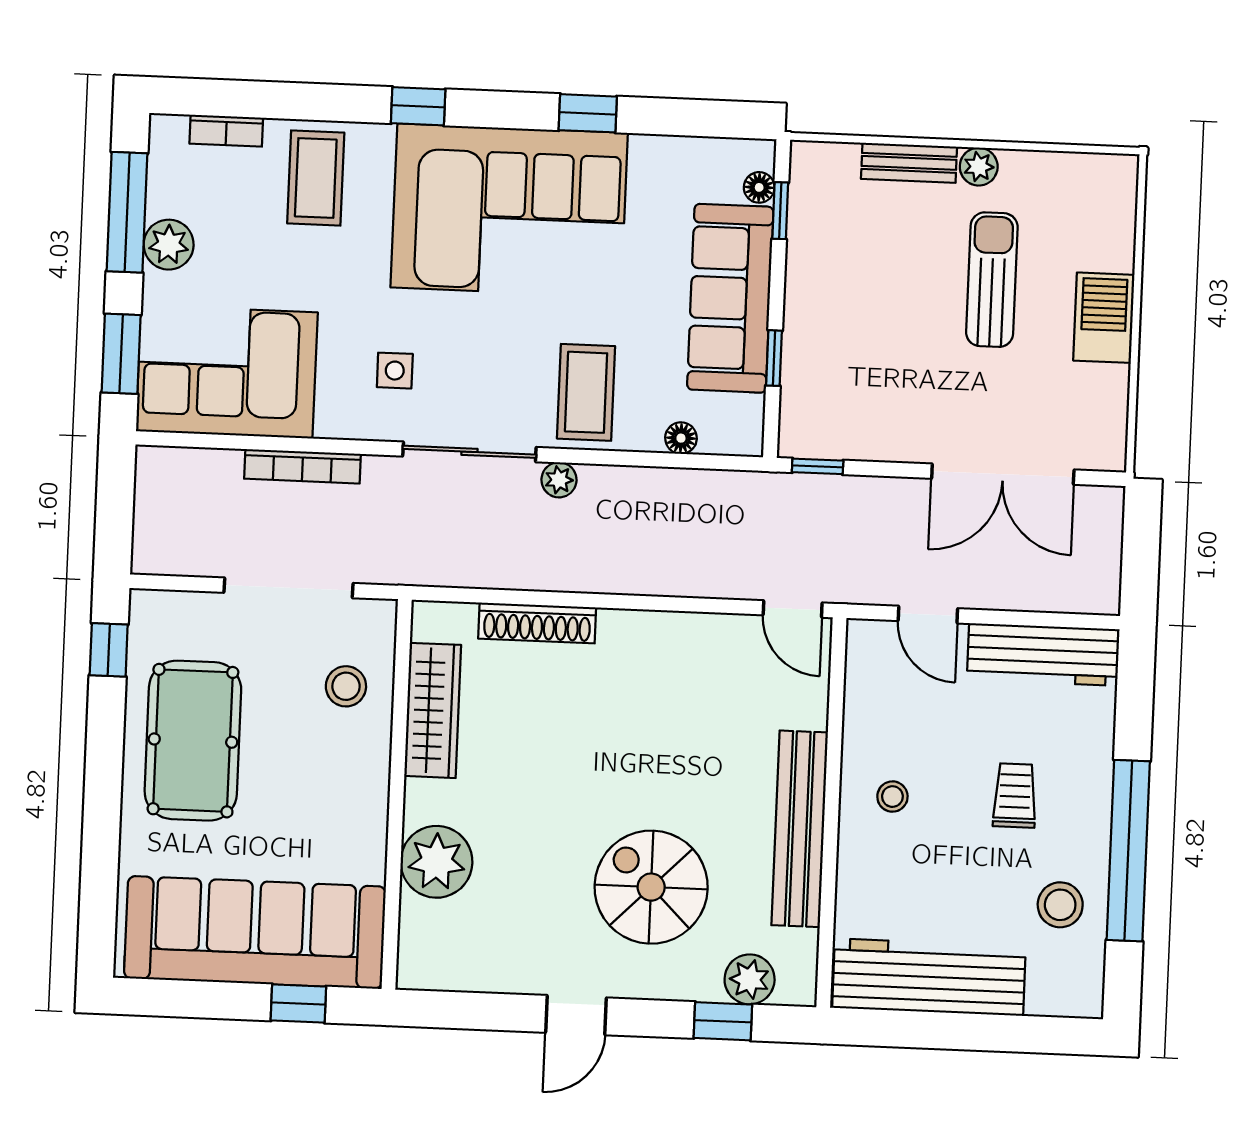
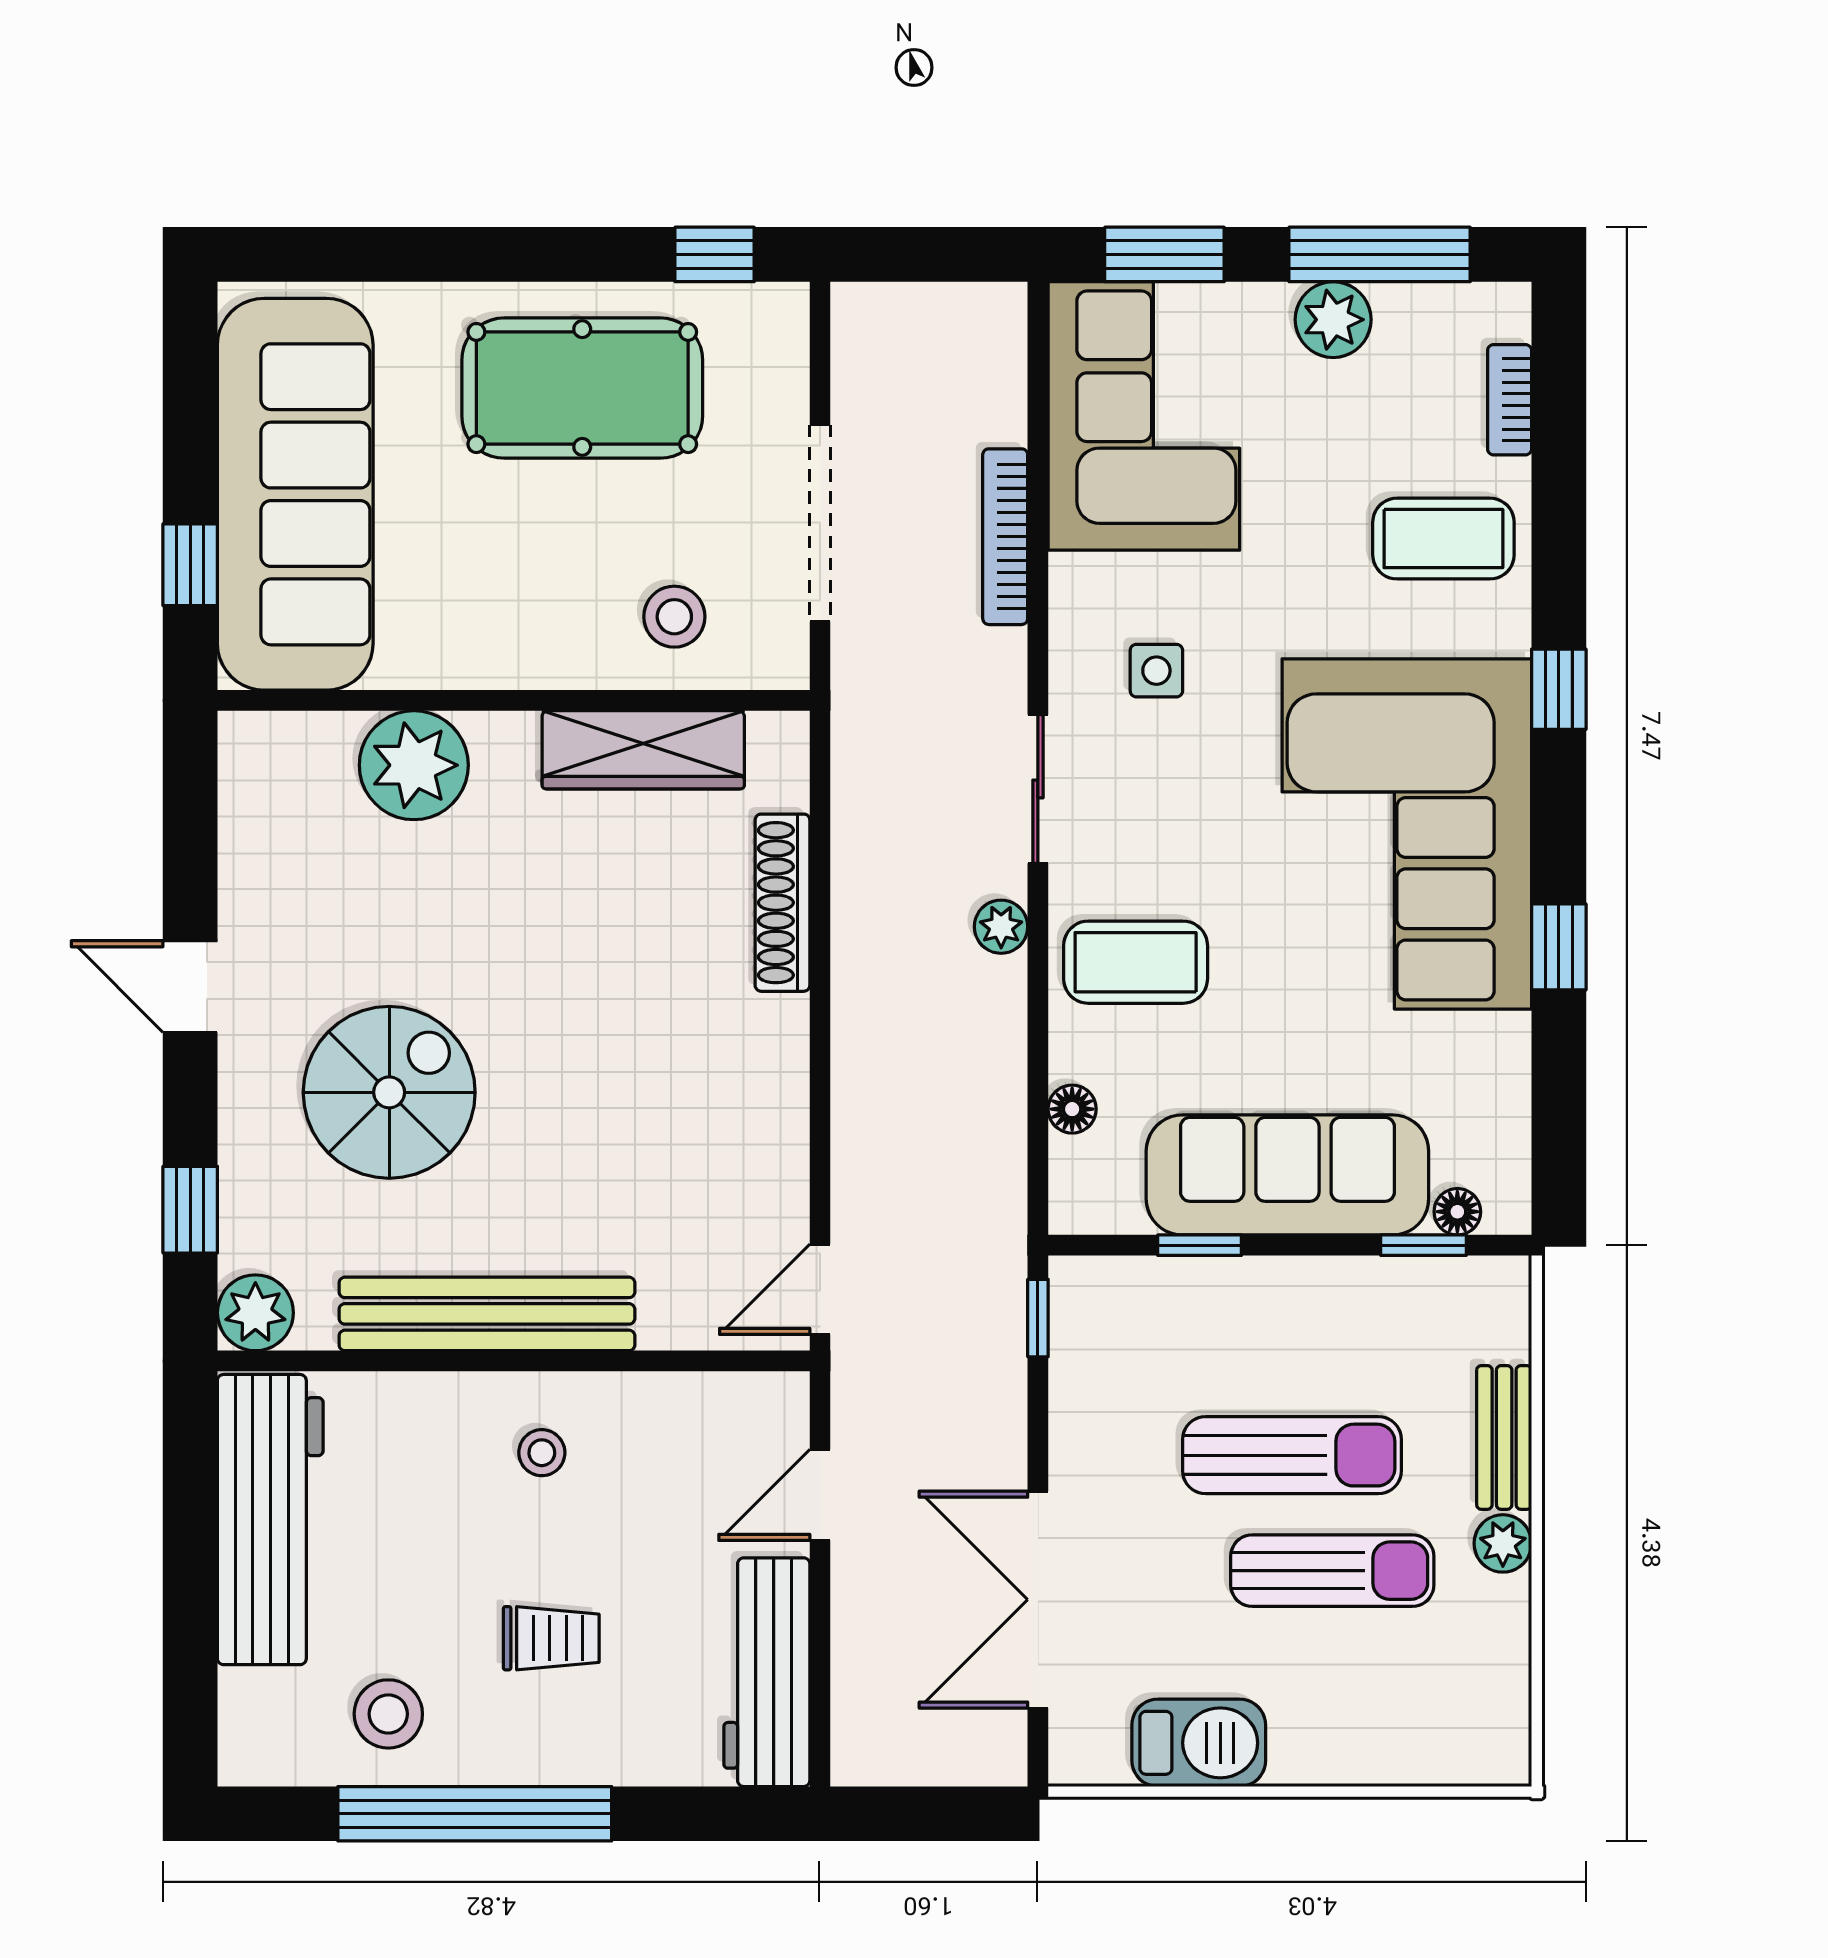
sun lounger: (915, 303) -> (1292, 1455), added
barbecue: (1104, 318) -> (1199, 1743), moved
sliding door: (469, 452) -> (1038, 789), width x0.73
plant: (750, 979) -> (255, 1313), moved

